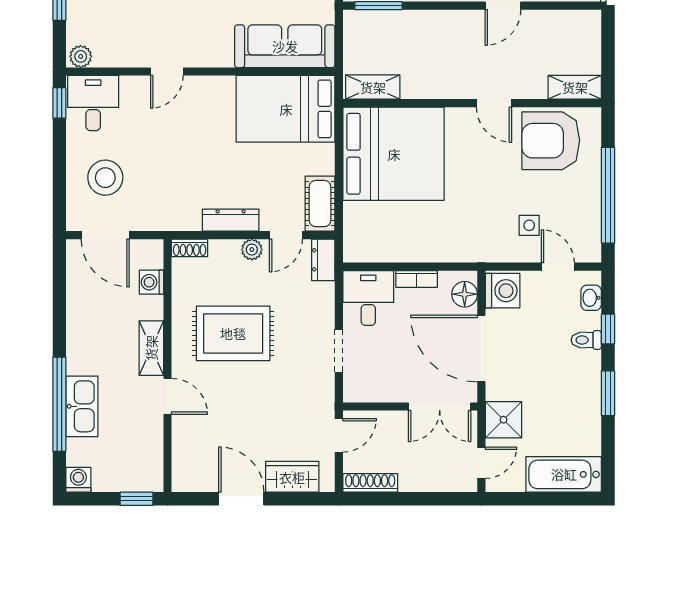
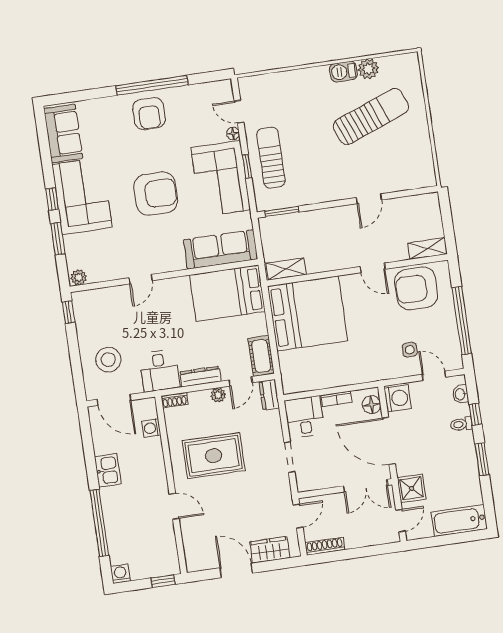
desk: (93, 103) -> (160, 371), moved, turned 180
shelving: (151, 348) -> (158, 474), removed
kitchen sink: (82, 406) -> (108, 470), moved, width x0.73

